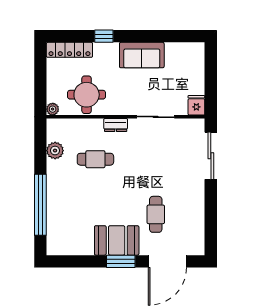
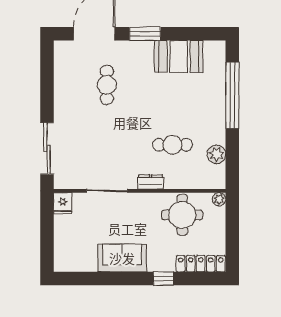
booth: (117, 240) -> (179, 56), moved

